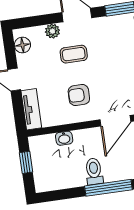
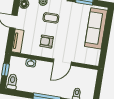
toilet: (94, 171) -> (12, 82), moved

